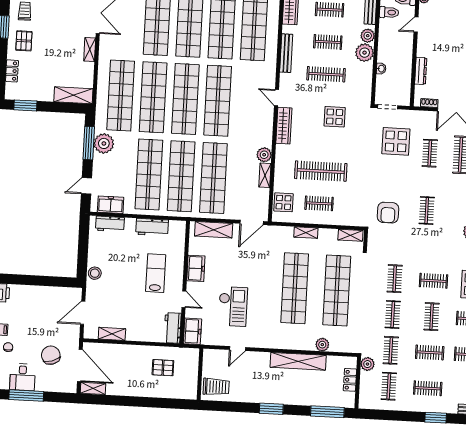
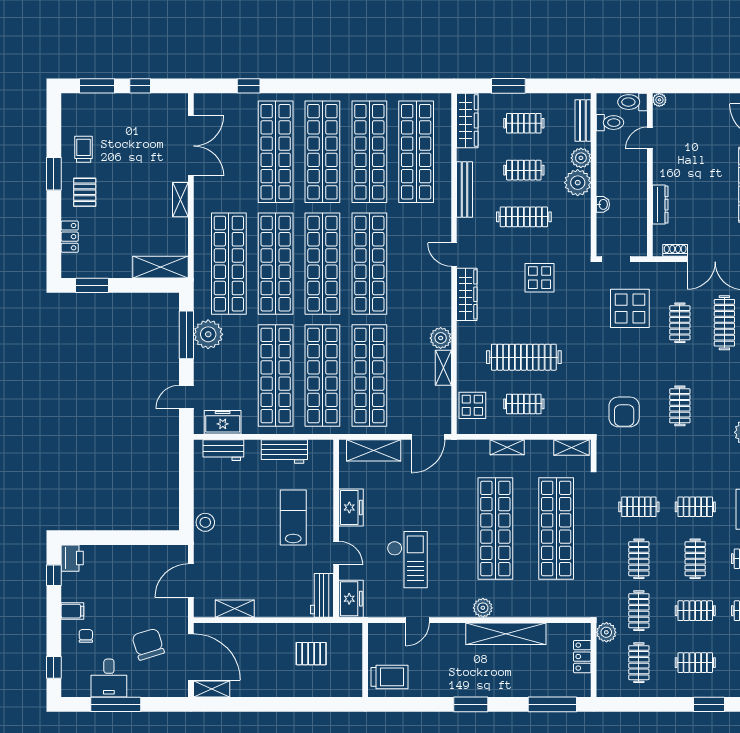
clothes rail: (395, 279) -> (639, 507), turned 90
plant: (322, 345) -> (483, 608), moved

